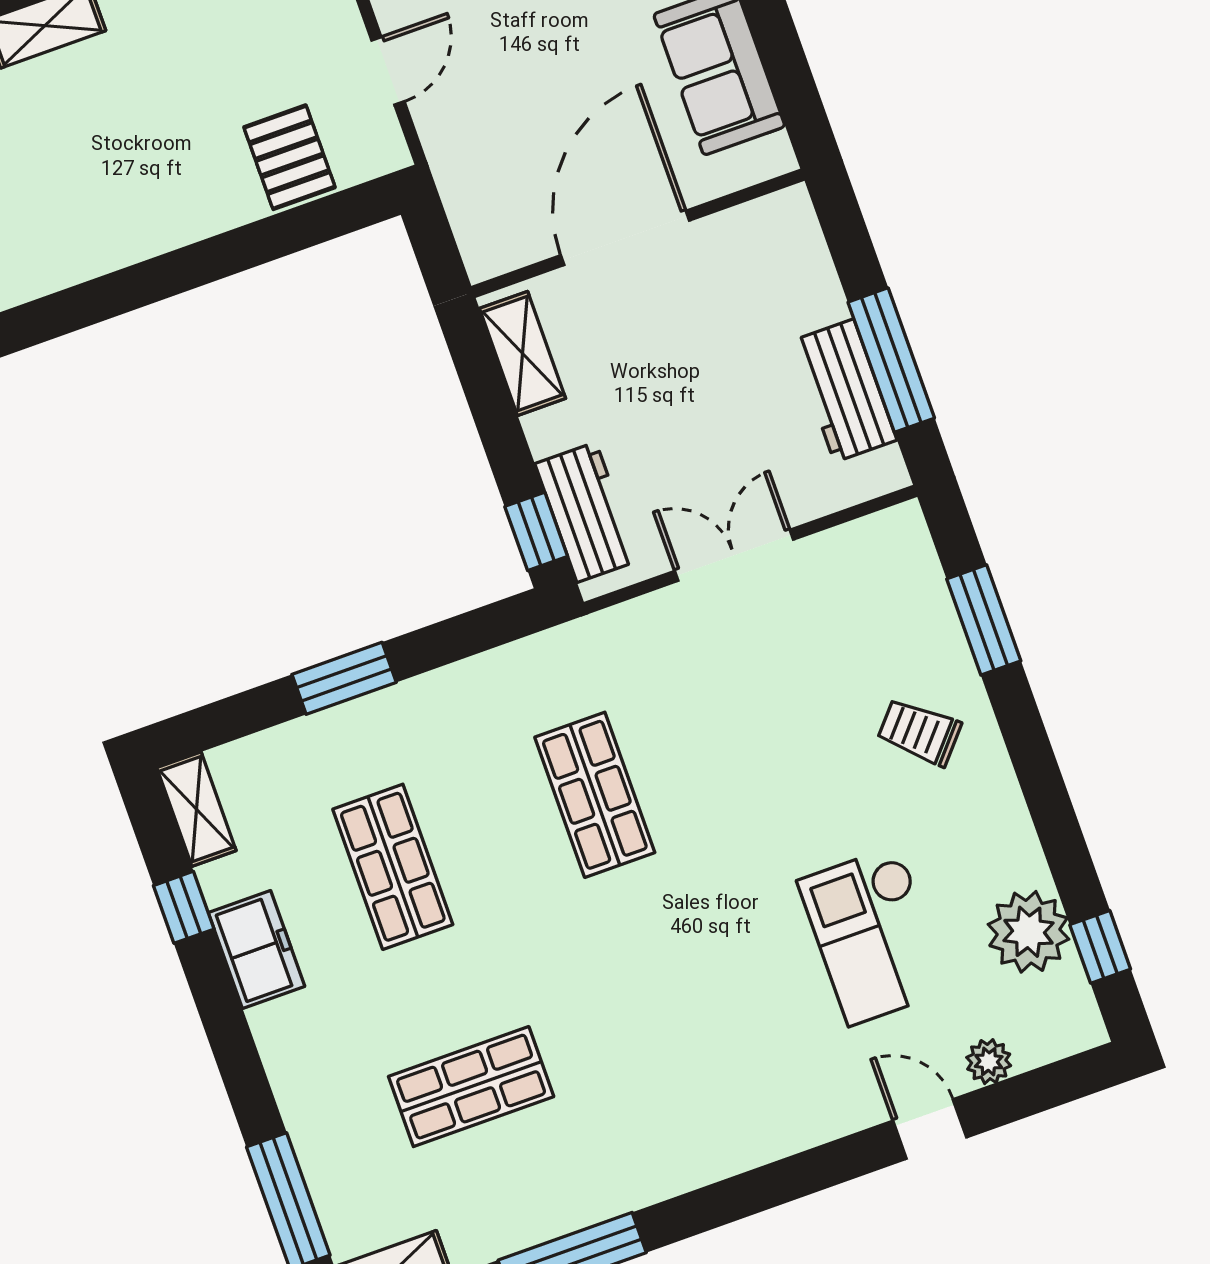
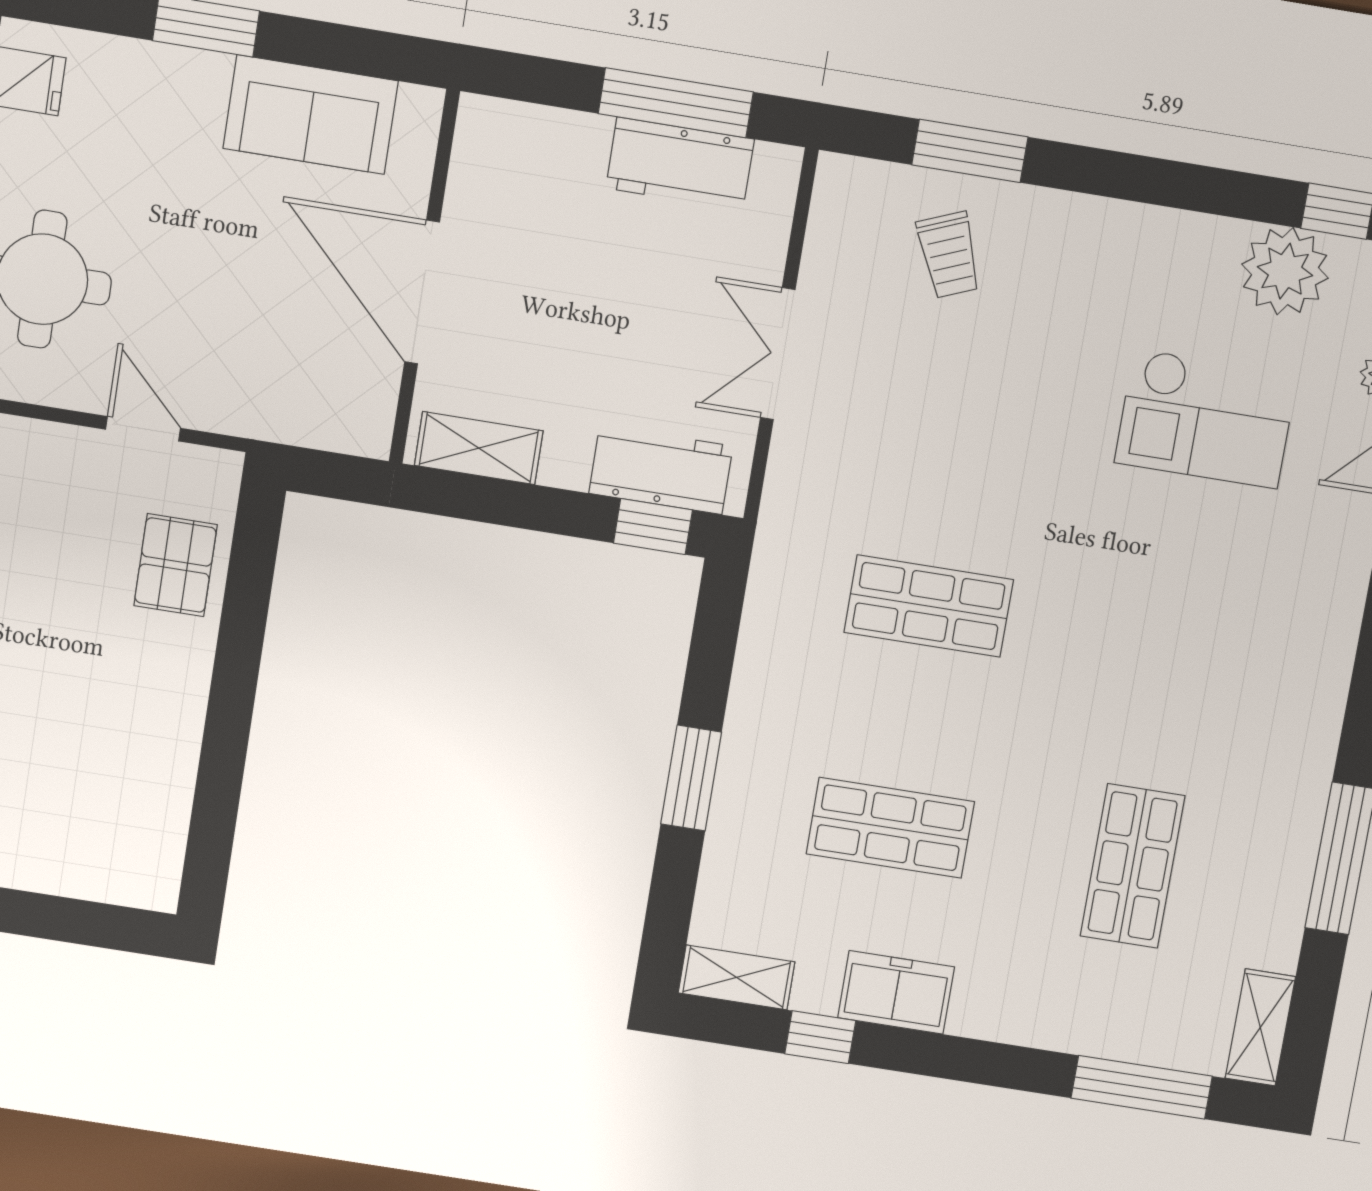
pallet: (289, 157) -> (175, 565), turned 90
trolley: (919, 732) -> (949, 255), moved, turned -63

